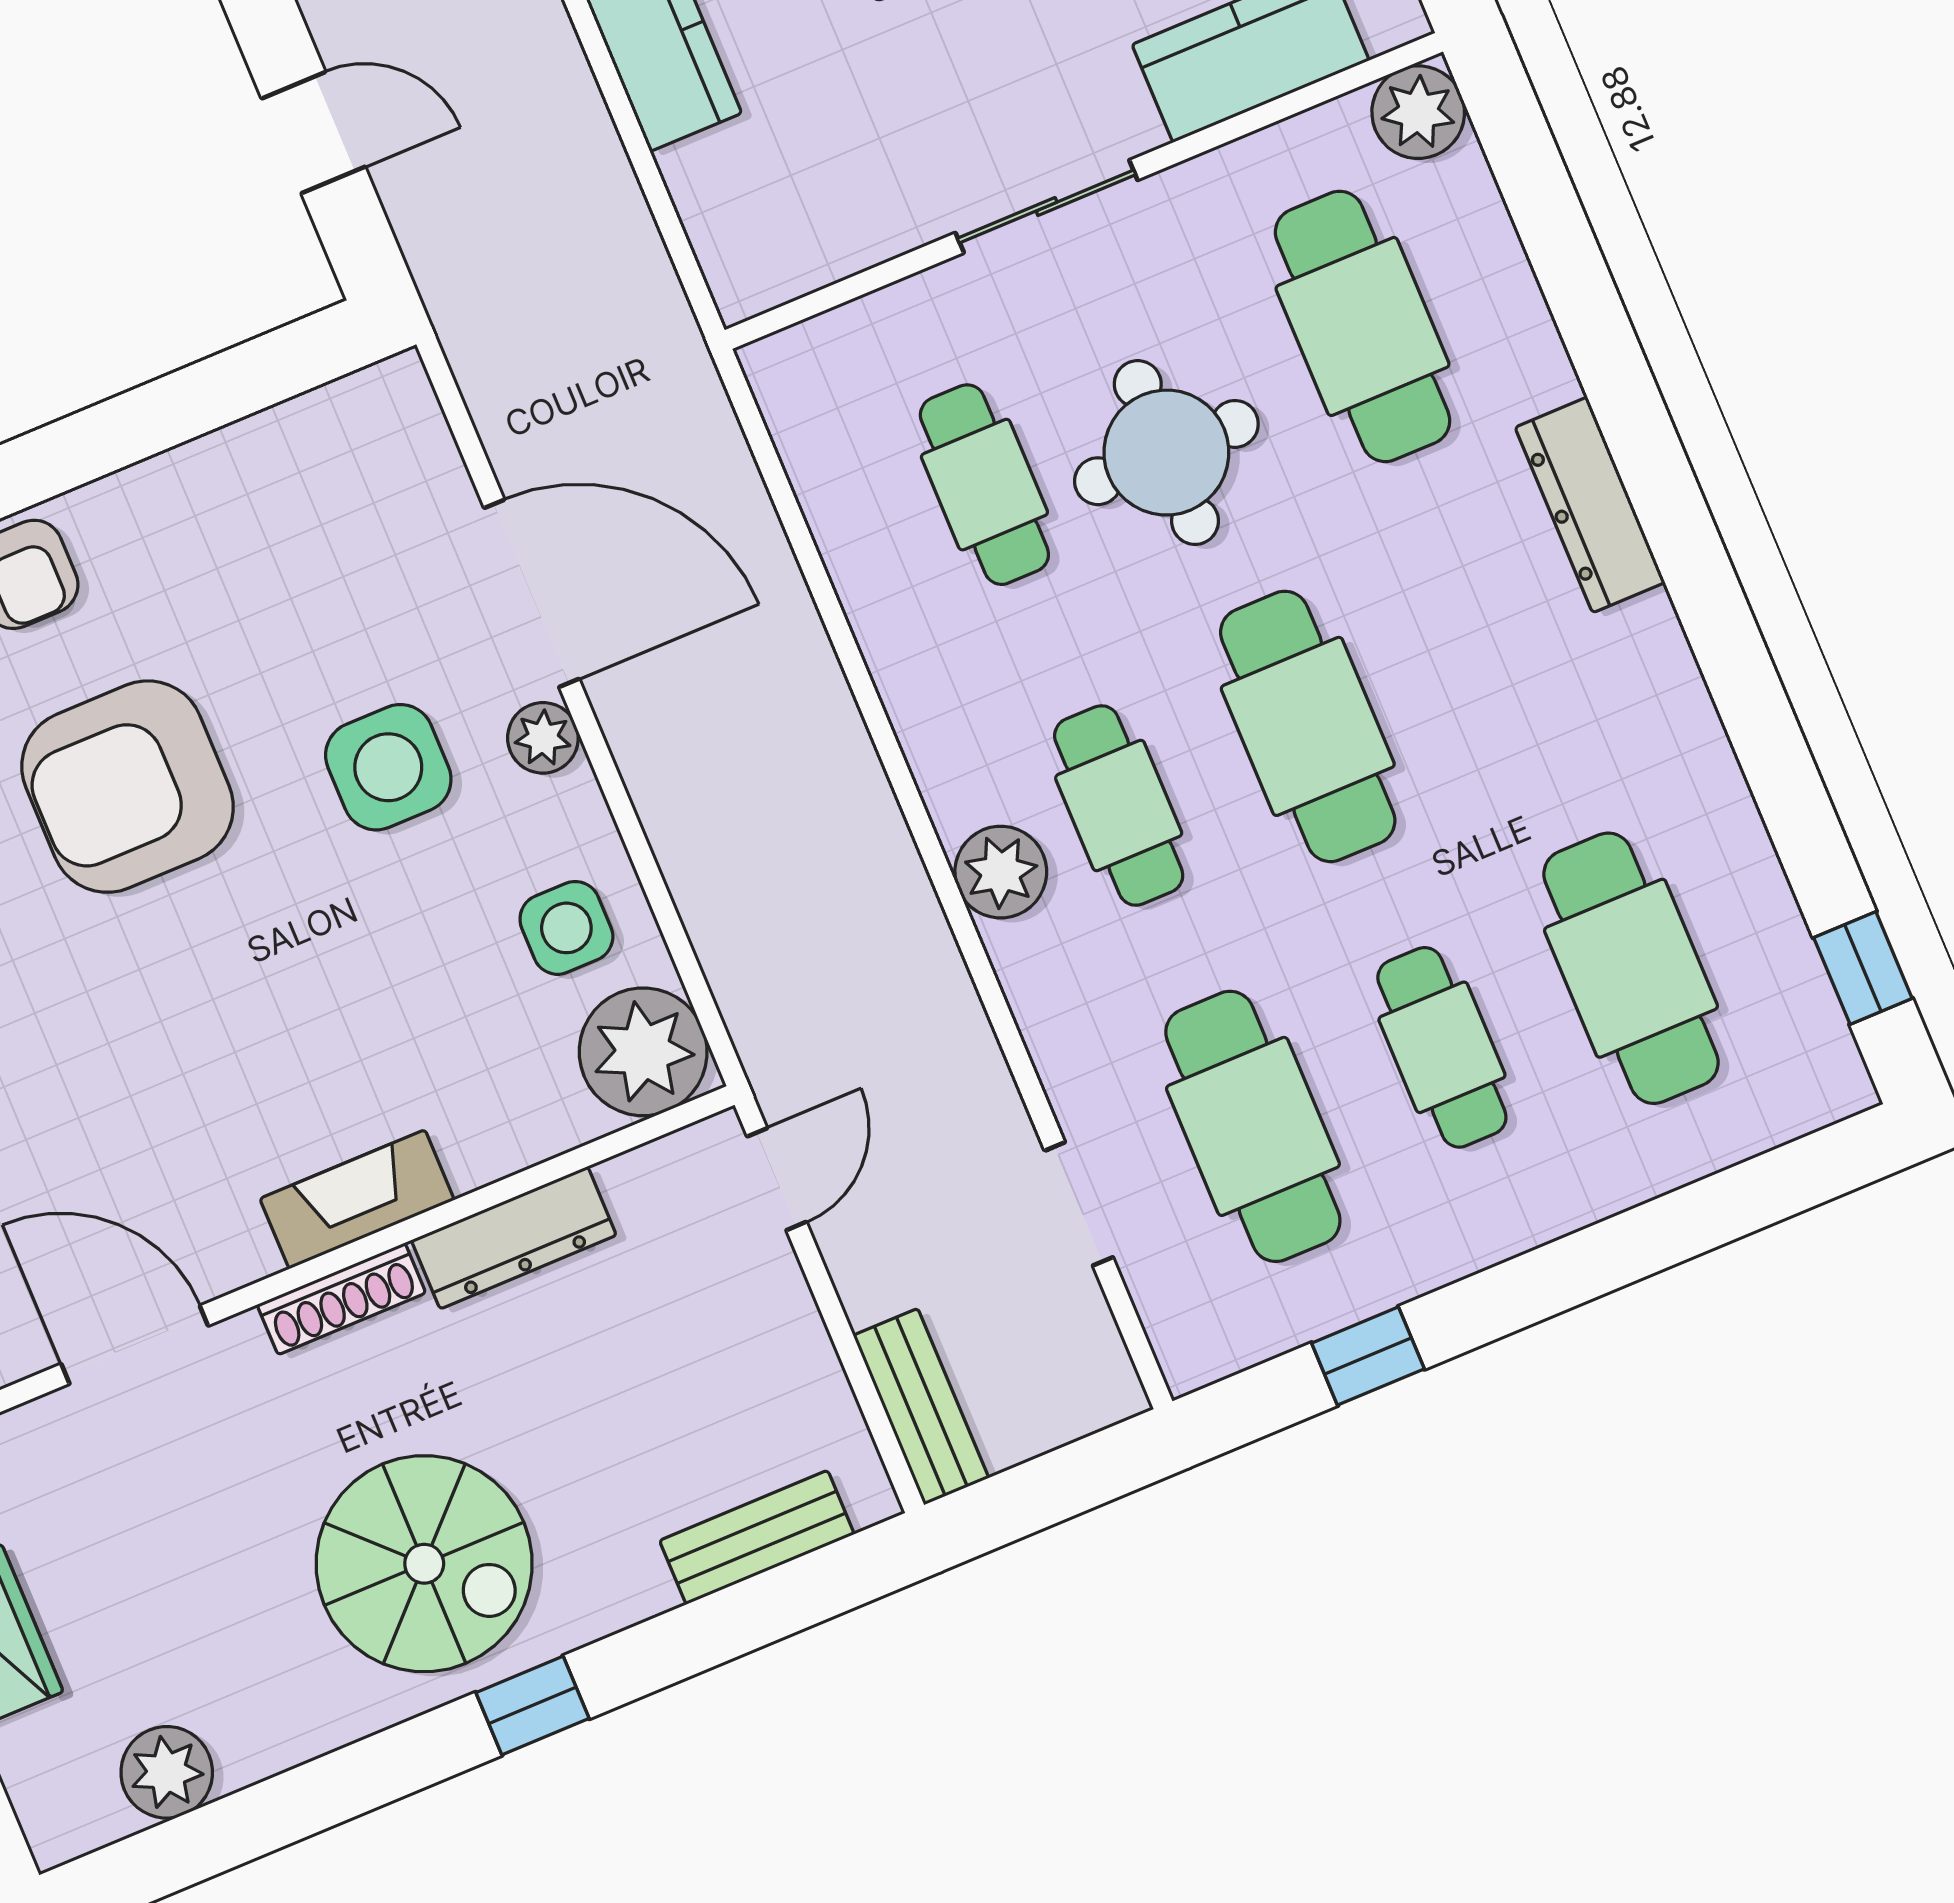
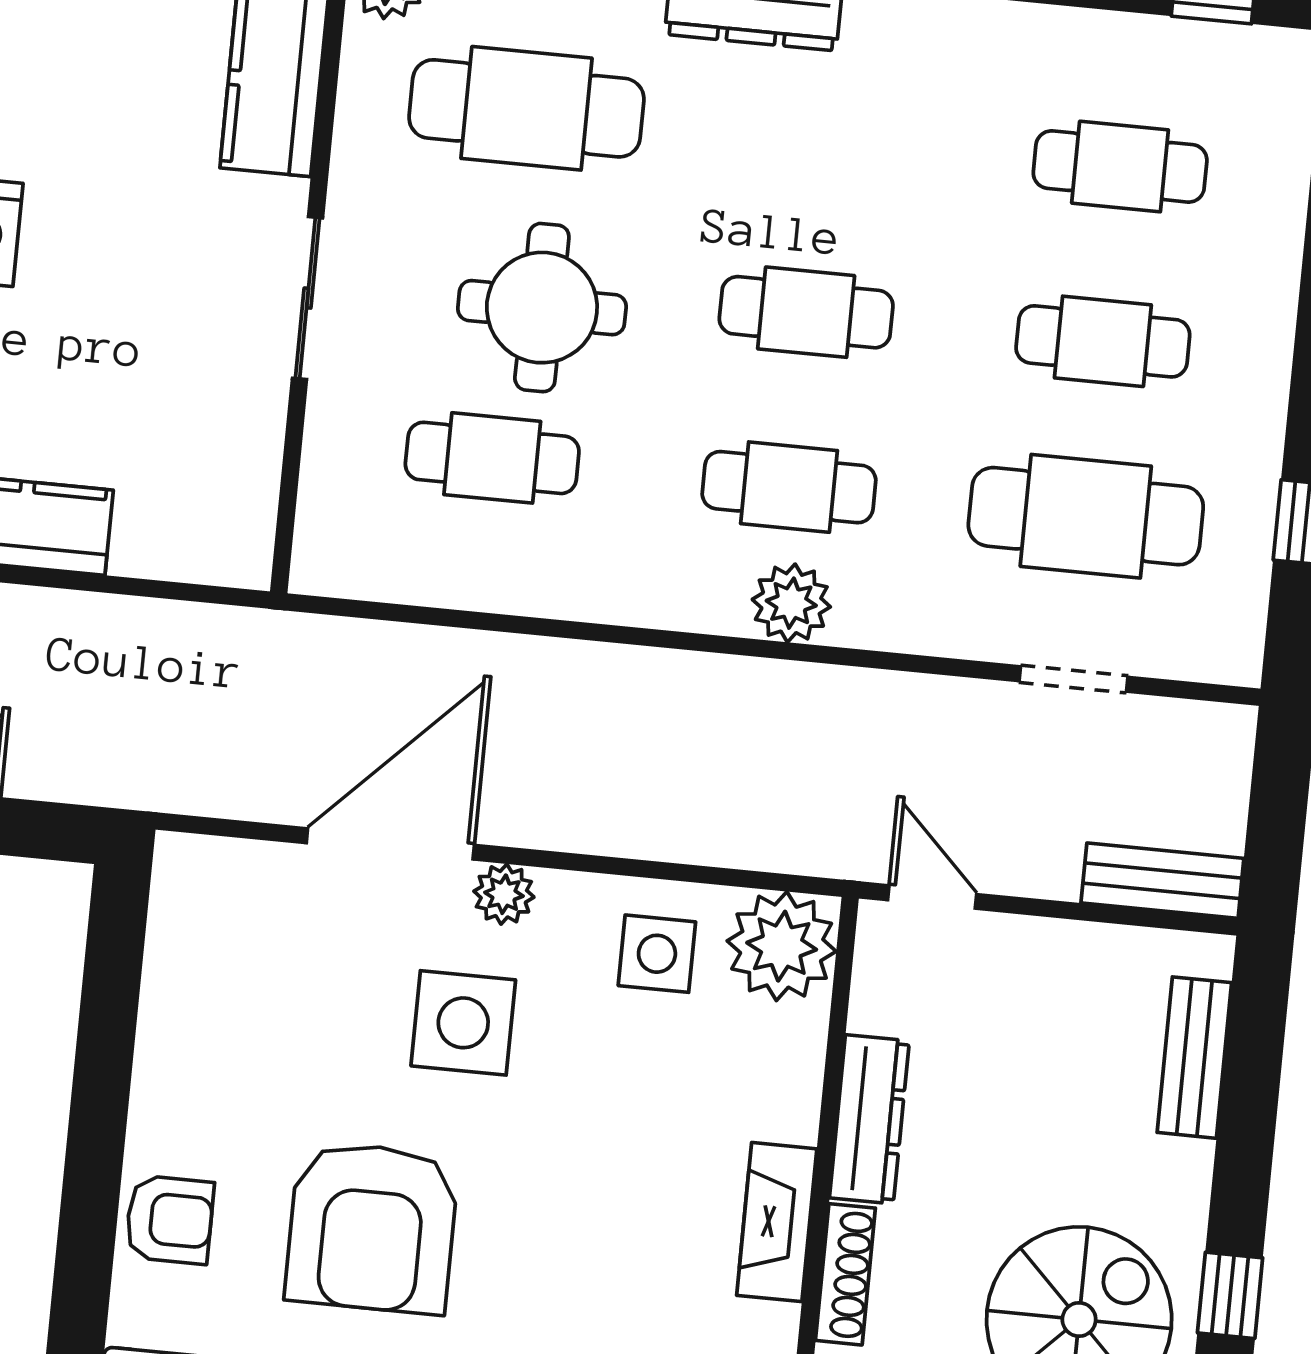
cafe table: (1308, 726) -> (806, 312), width x0.73, depth x0.74
cafe table: (1631, 968) -> (1120, 166), width x0.73, depth x0.74

